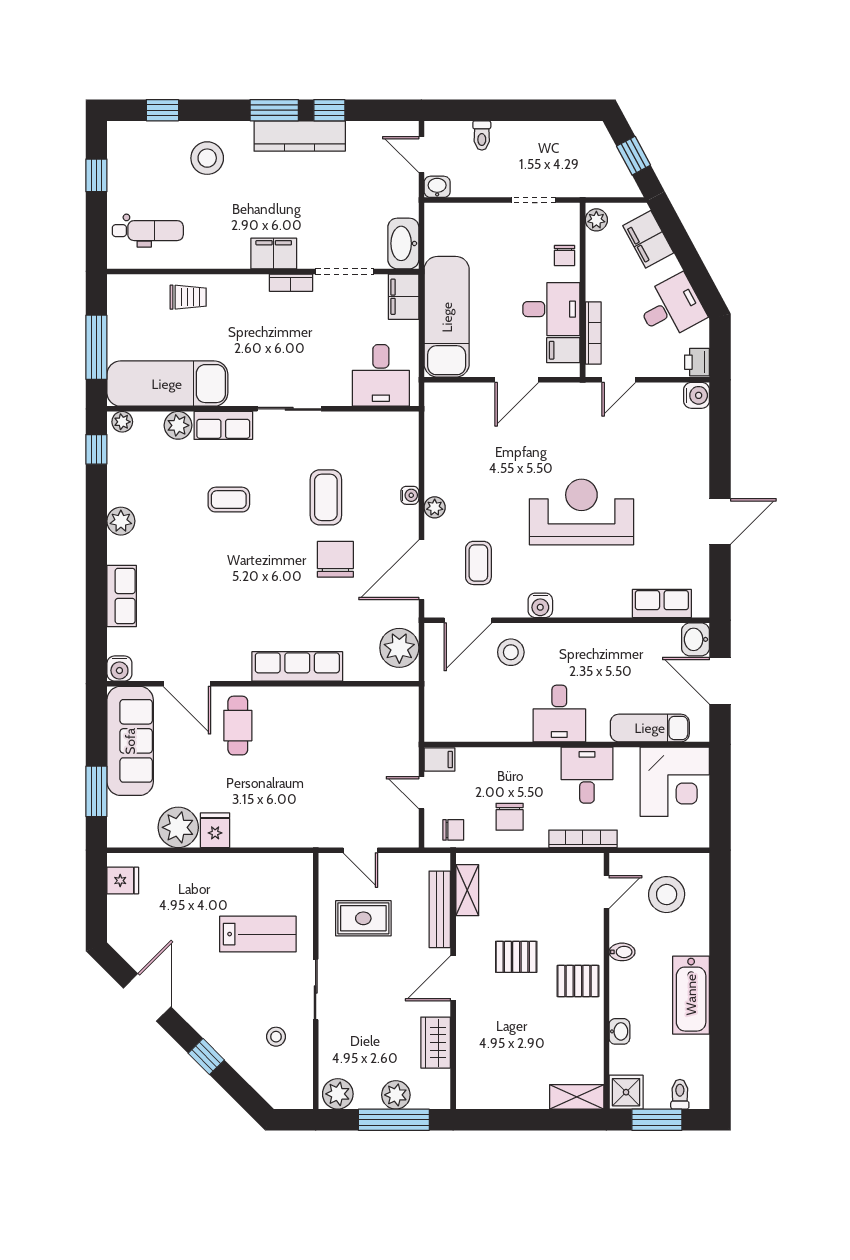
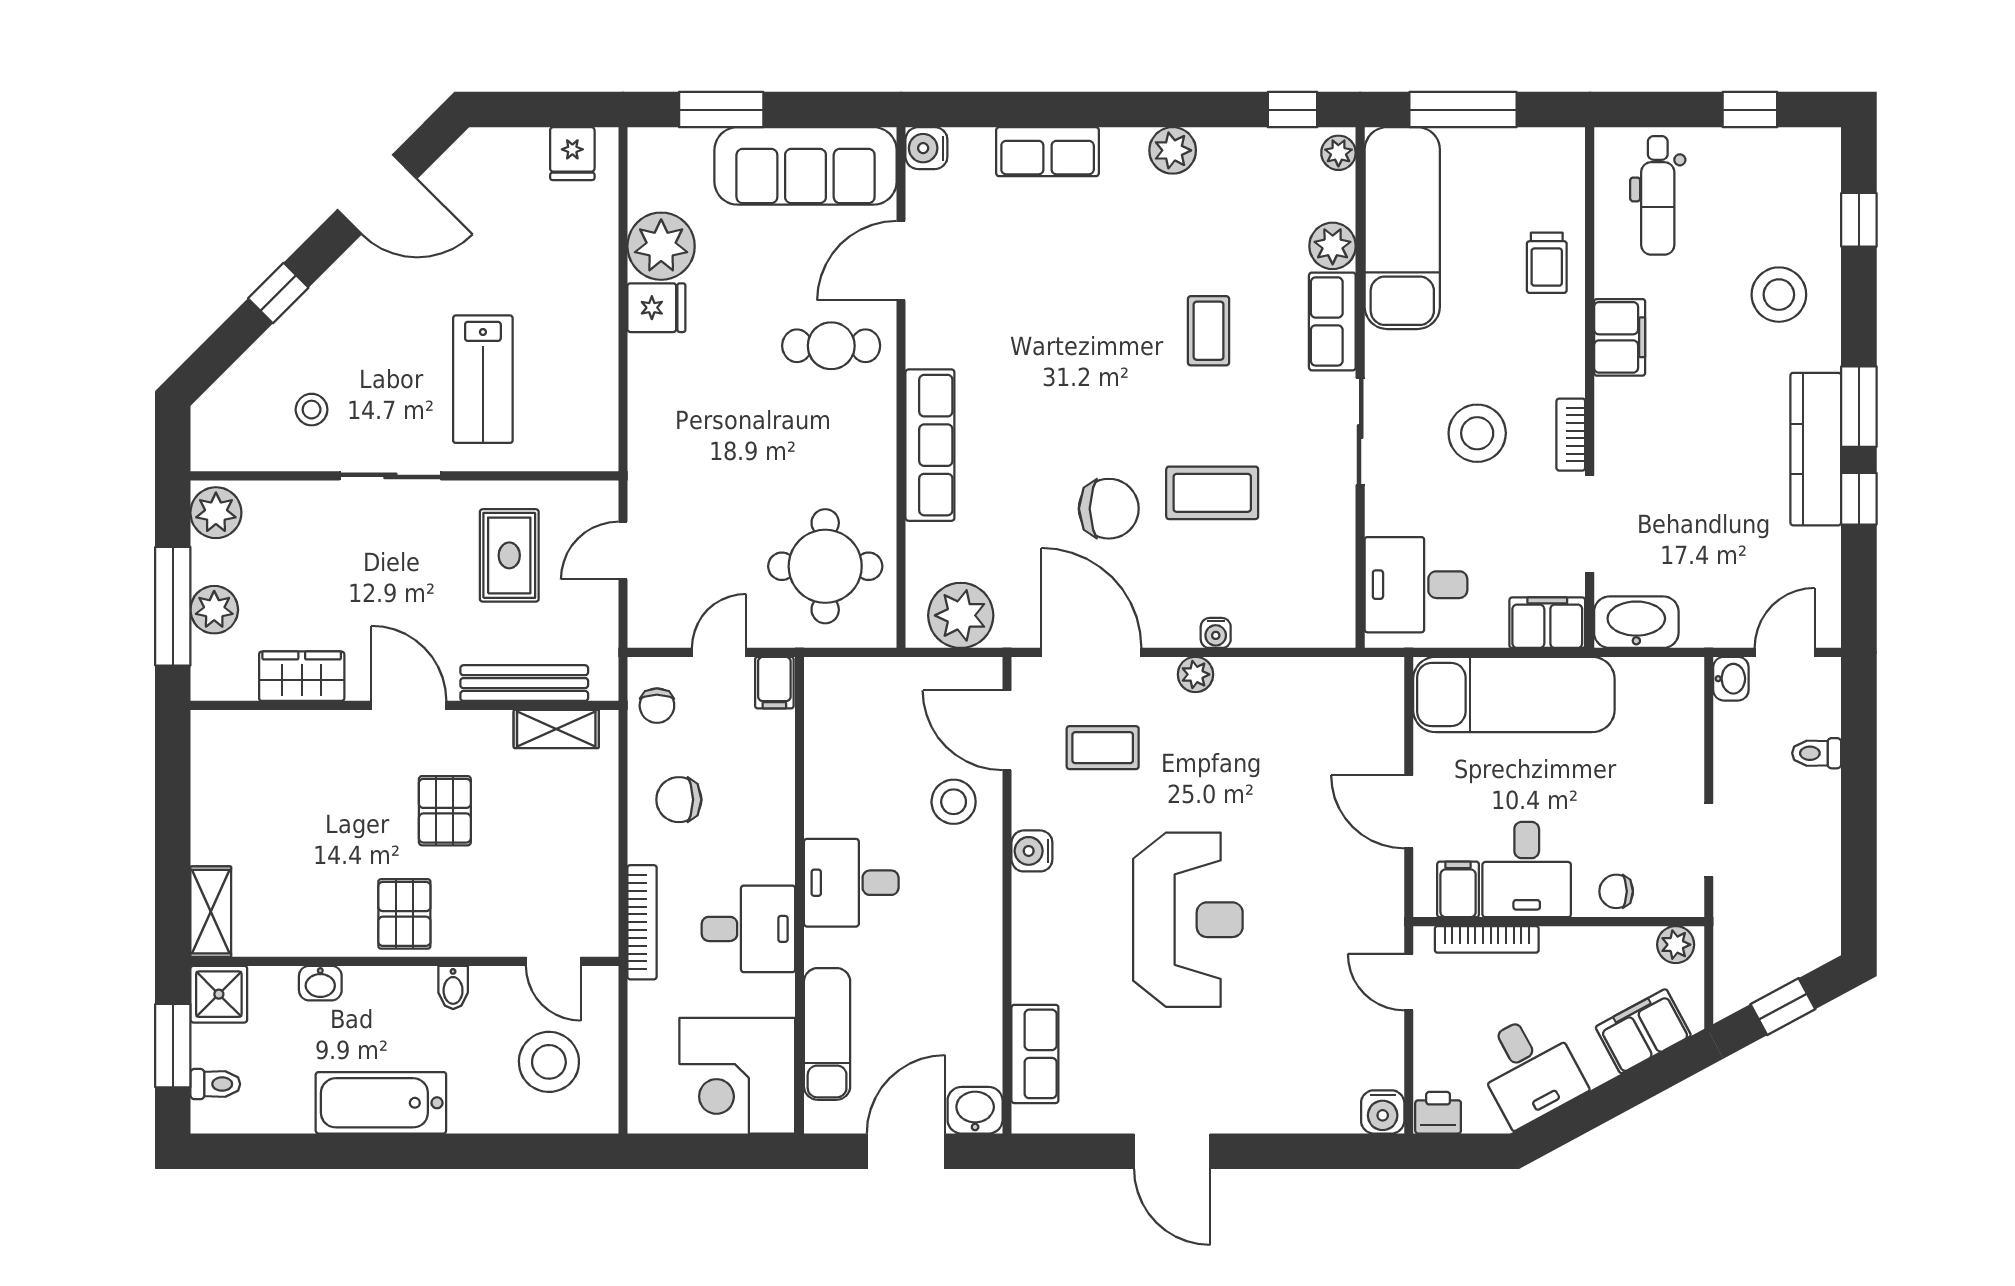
filing cabinet: (274, 253) -> (1620, 337), moved
stool: (290, 339) -> (1477, 433), added
round table: (370, 729) -> (825, 566), added

